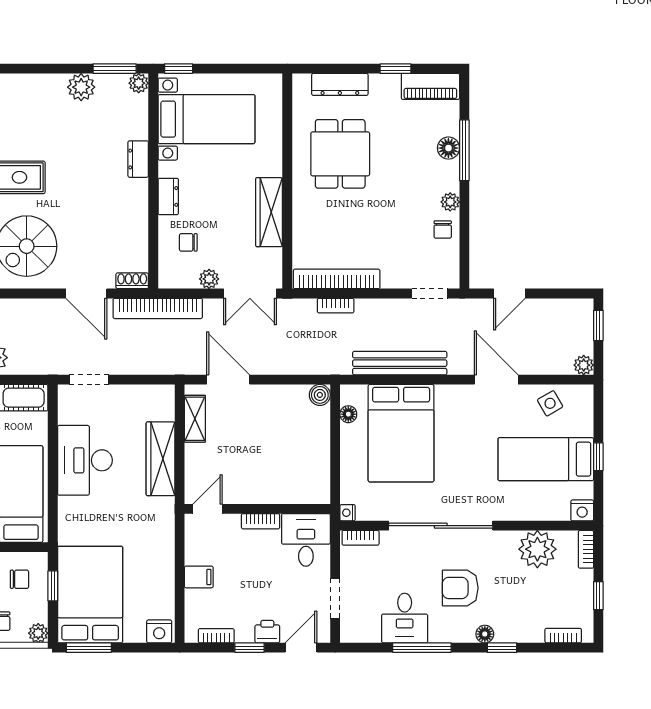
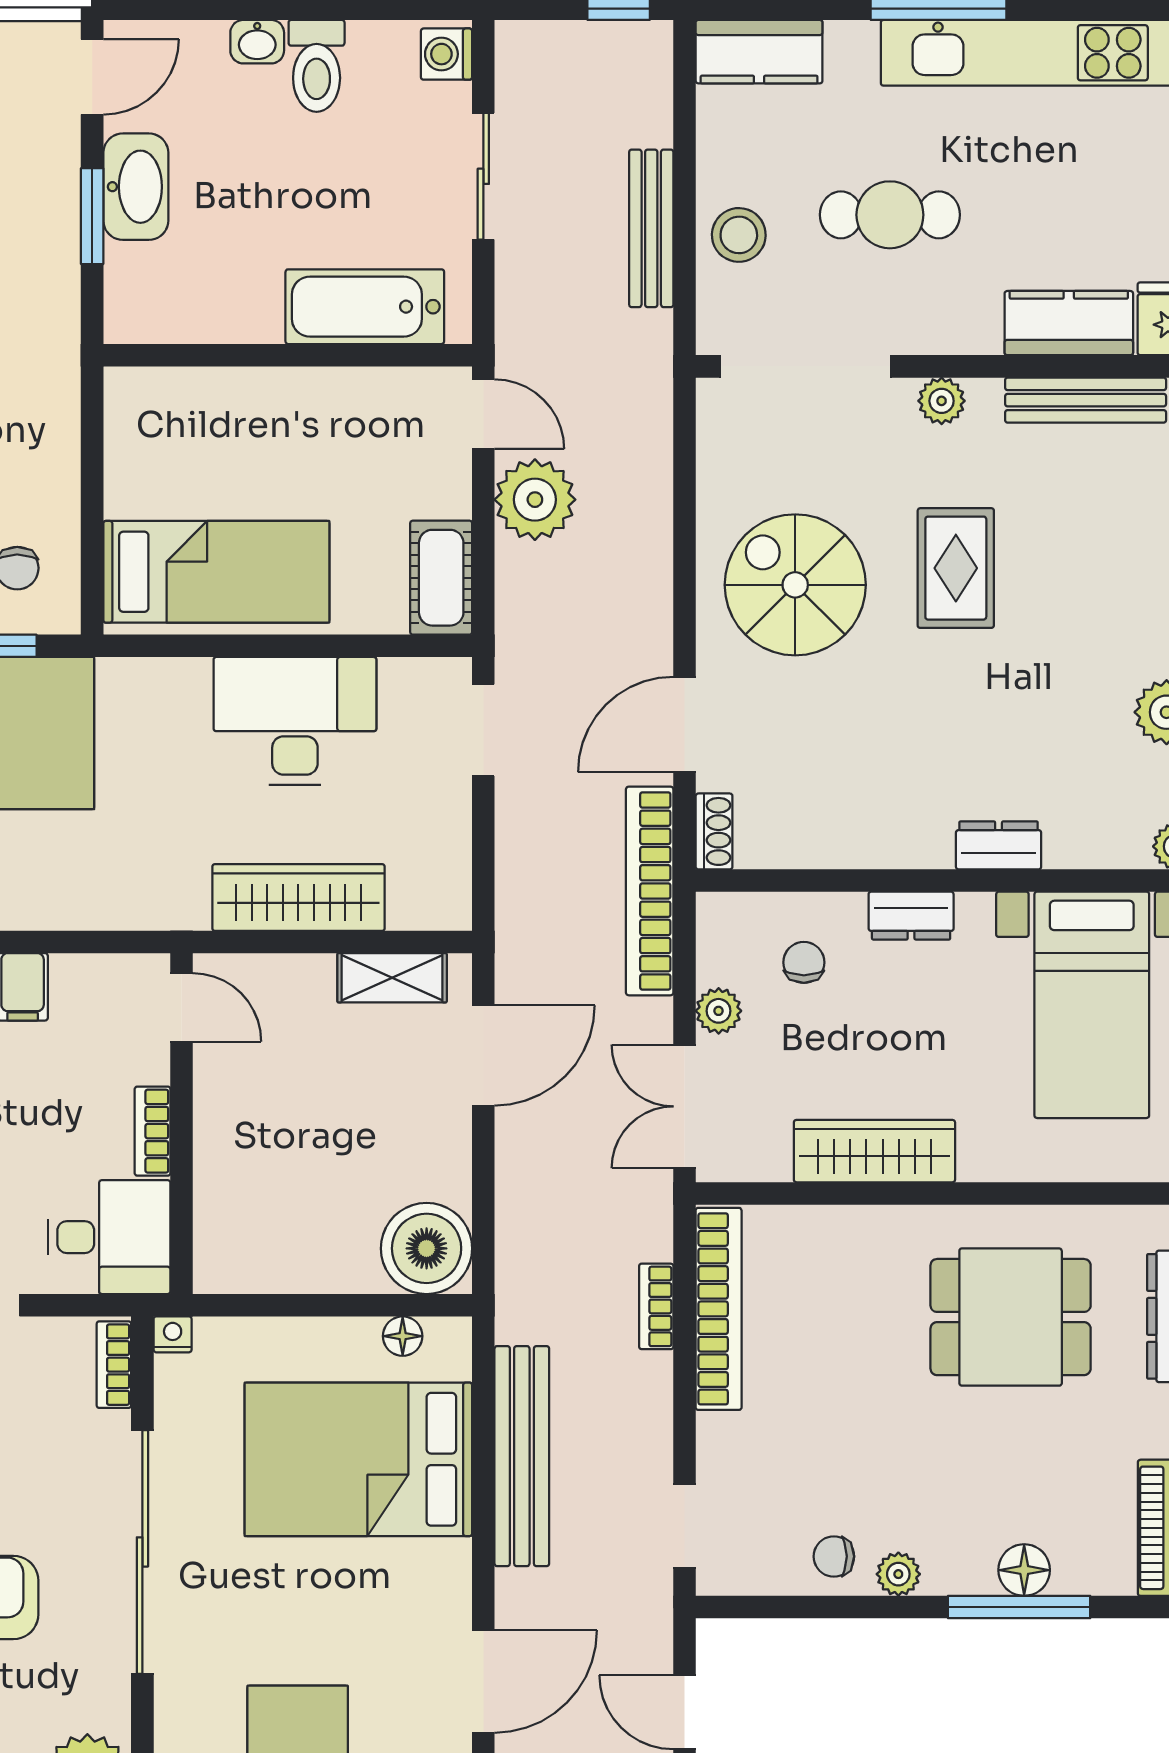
boiler: (320, 395) -> (427, 1248), width x1.86, depth x1.86

